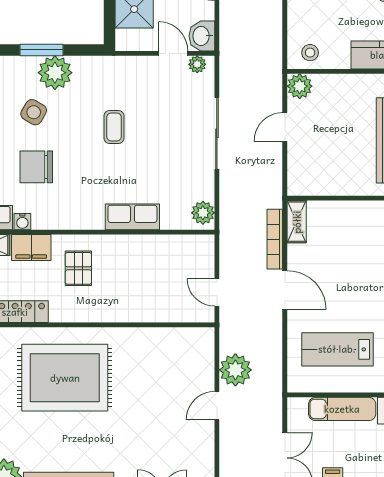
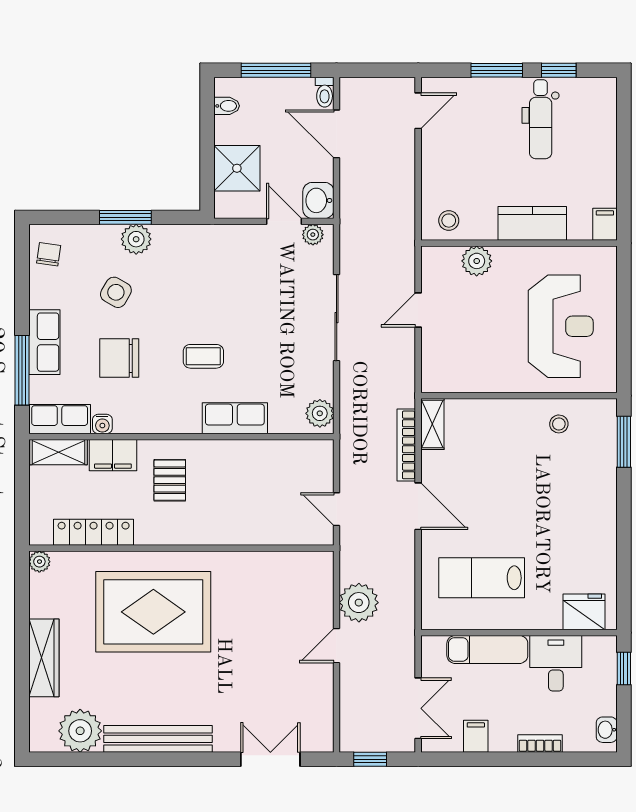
plant: (55, 73) -> (136, 239), width x0.73, depth x0.73
plant: (300, 86) -> (477, 261), moved
coffee table: (114, 127) -> (203, 356), moved, turned 90

